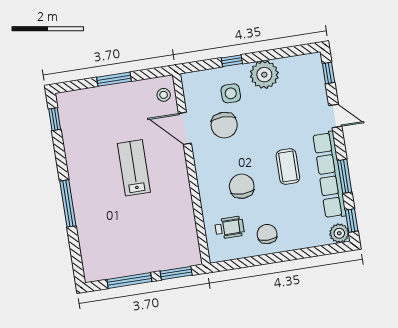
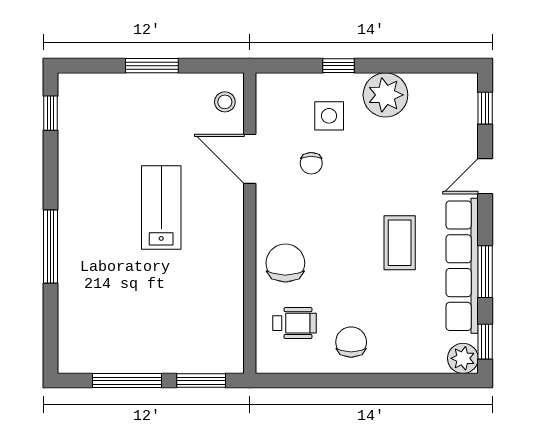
door: (335, 116) -> (485, 176), swing flipped
chair: (224, 125) -> (311, 163), width x0.54, depth x0.54
chair: (242, 186) -> (285, 263), moved

